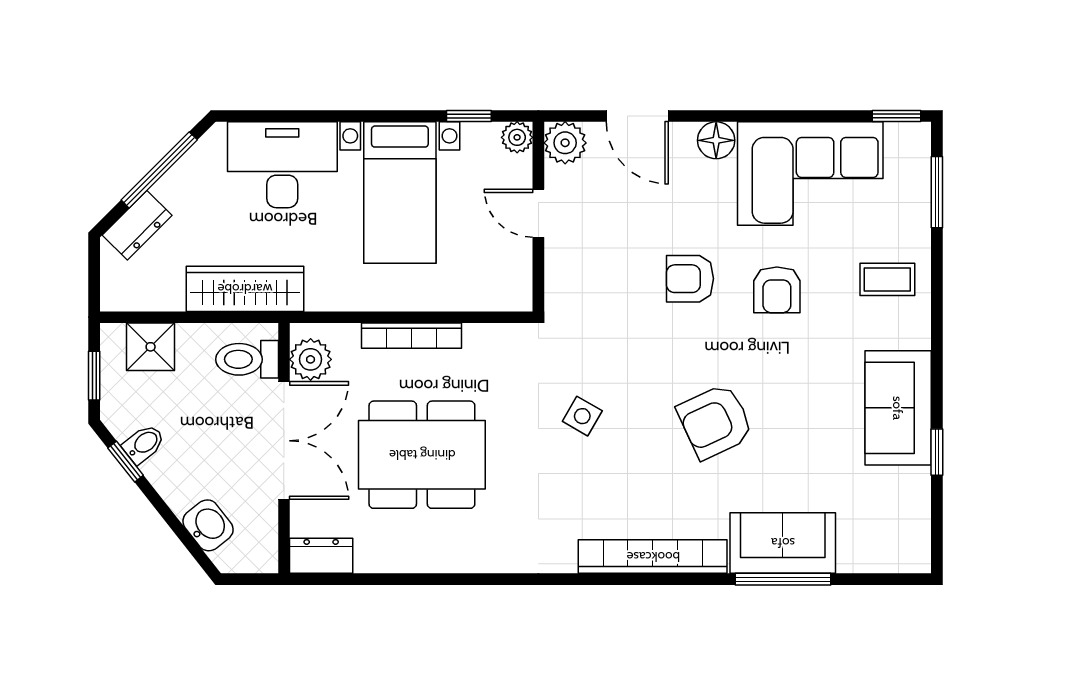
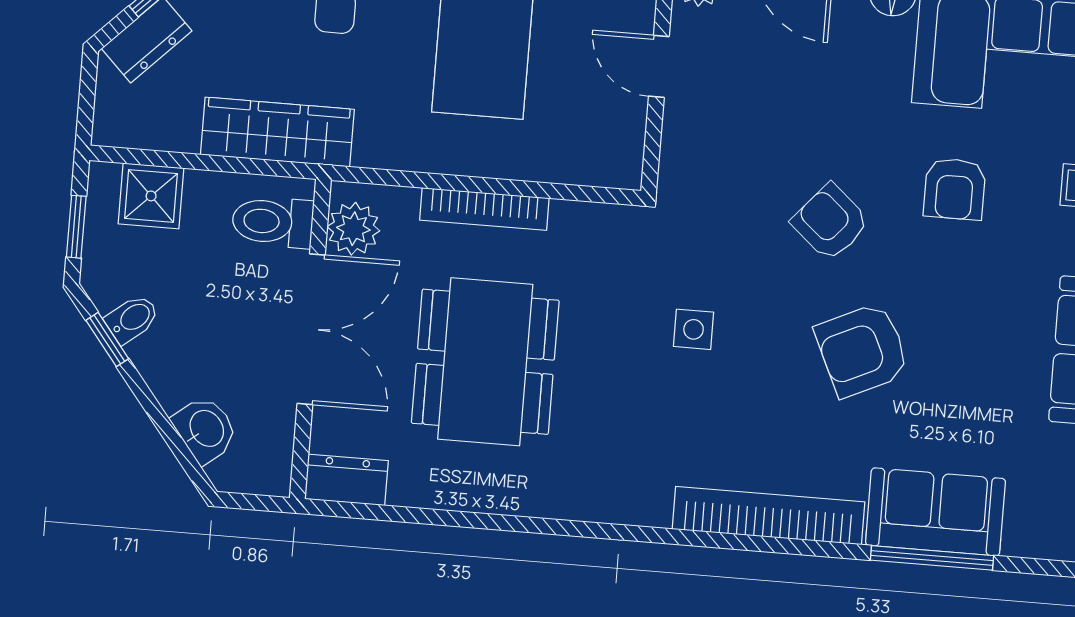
armchair: (690, 279) -> (830, 222), moved, turned 41
side table: (582, 416) -> (694, 329), turned -30
dining table: (422, 455) -> (485, 362), turned 90

